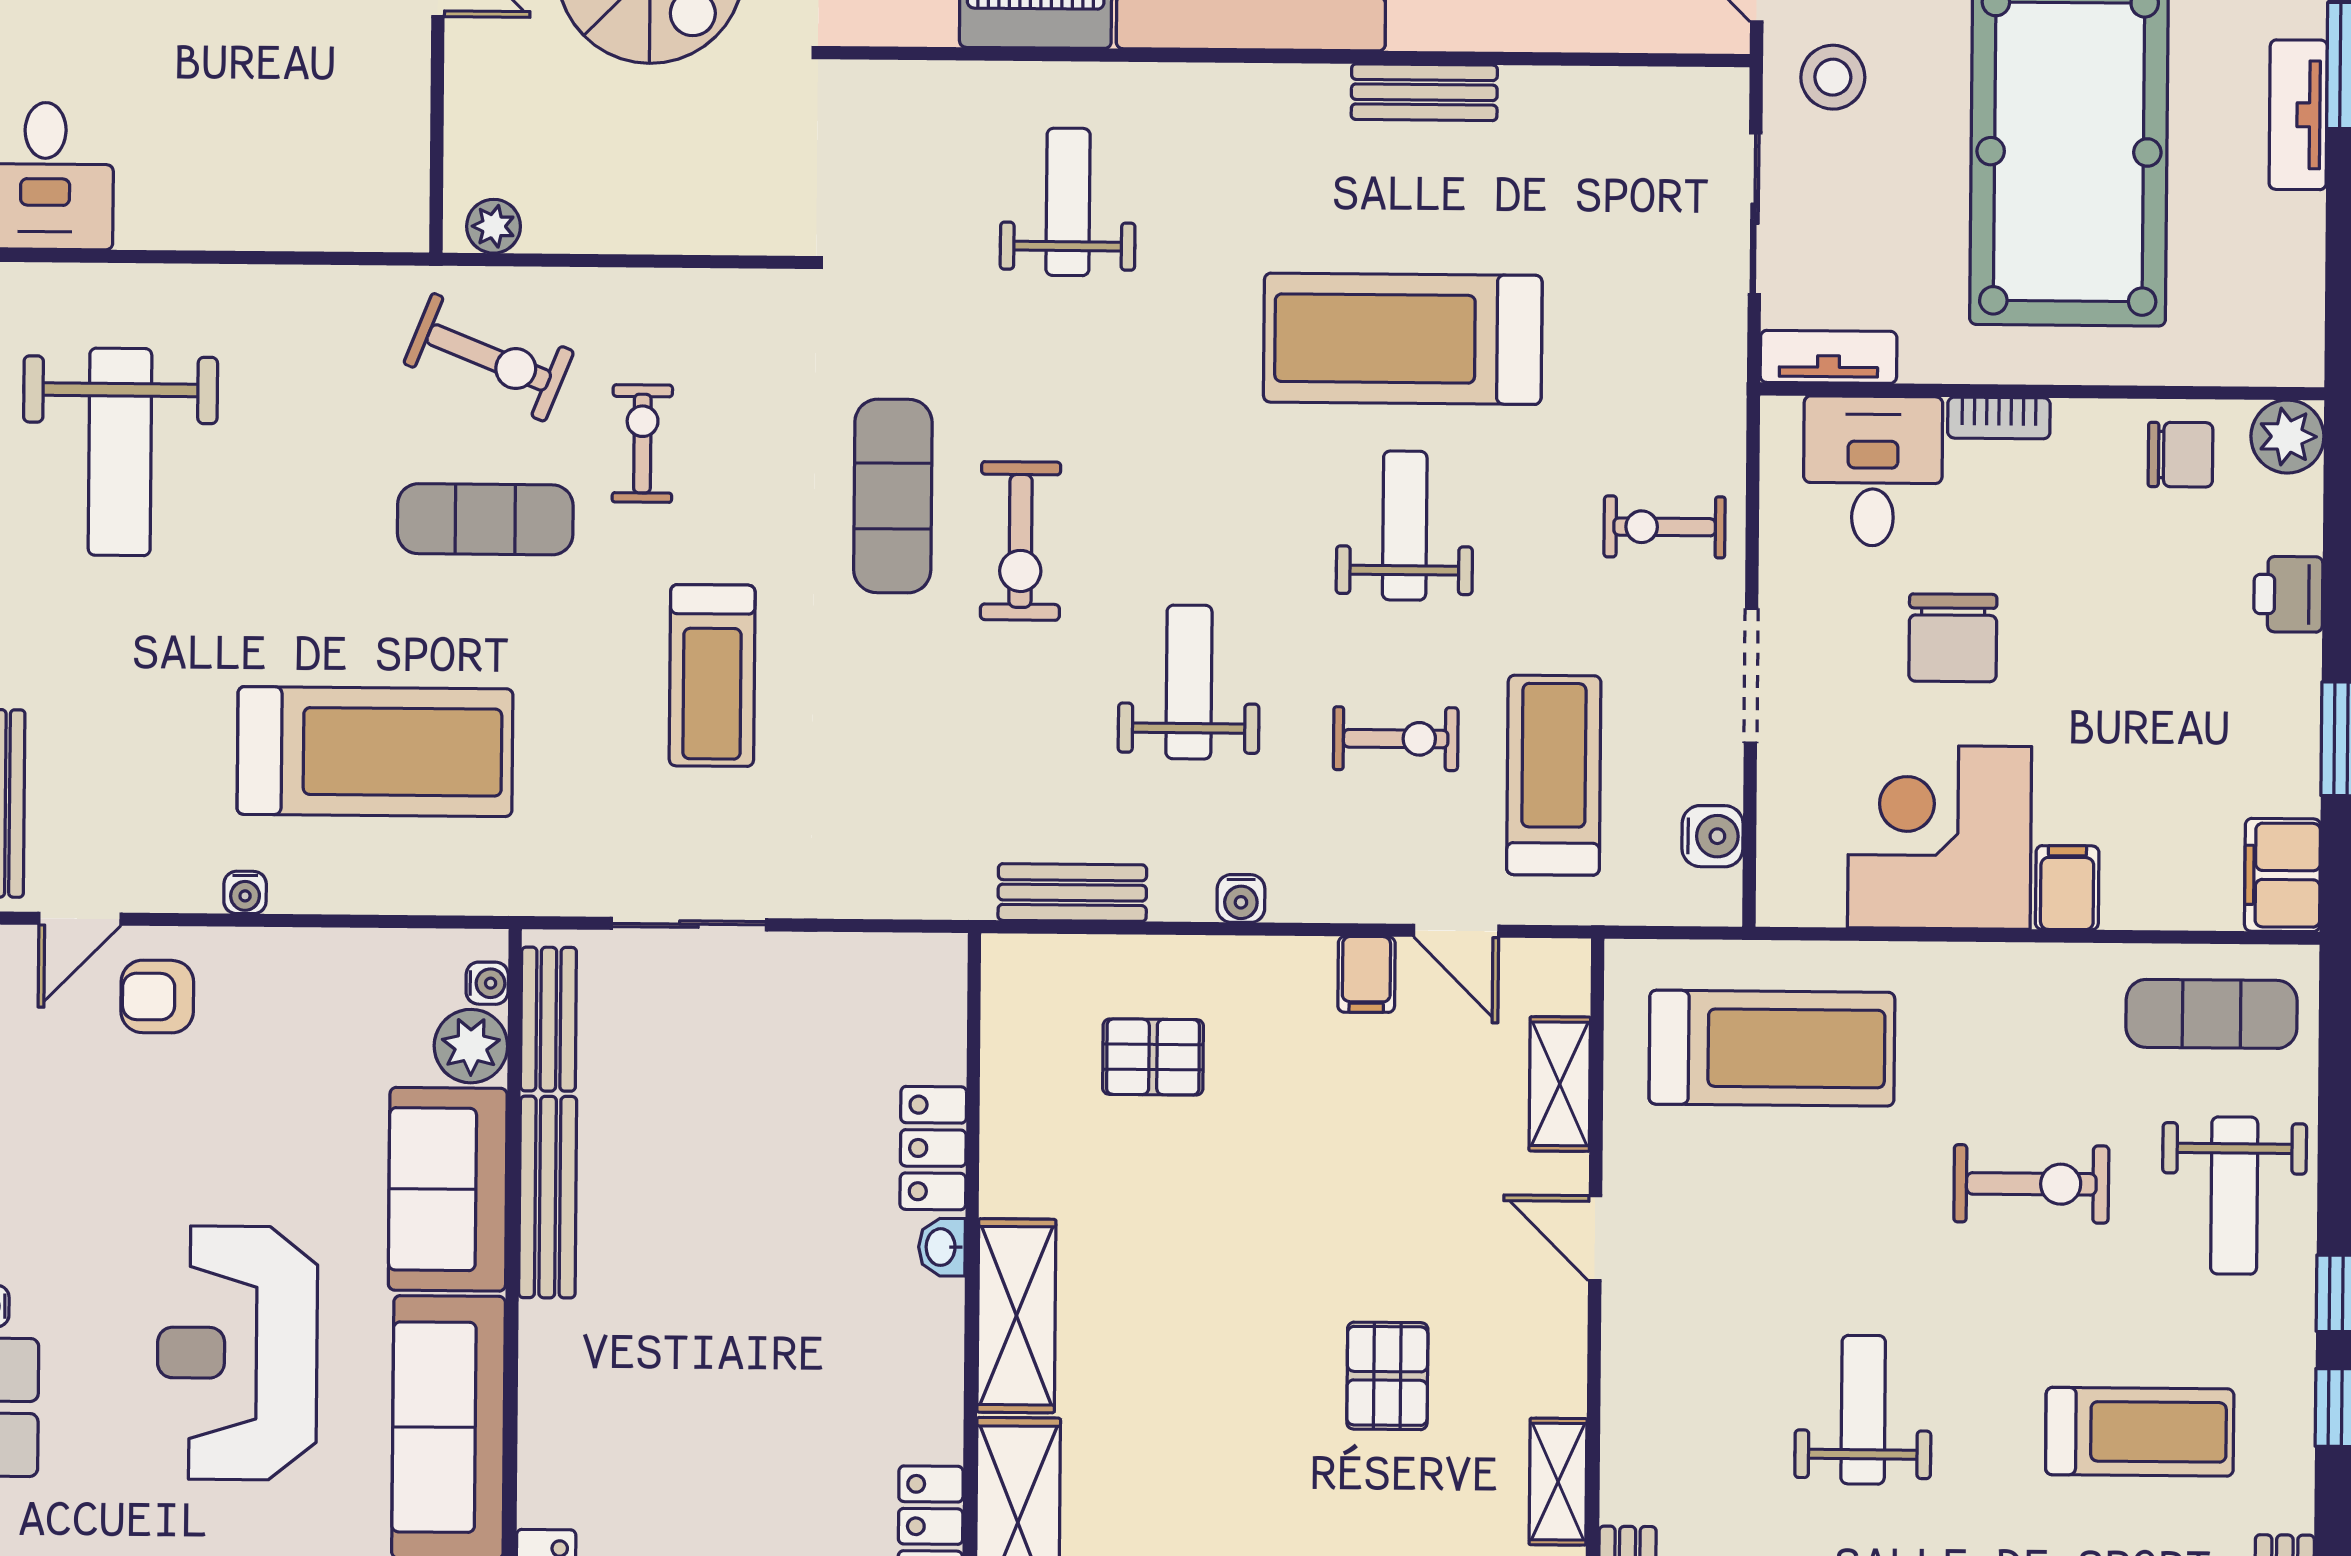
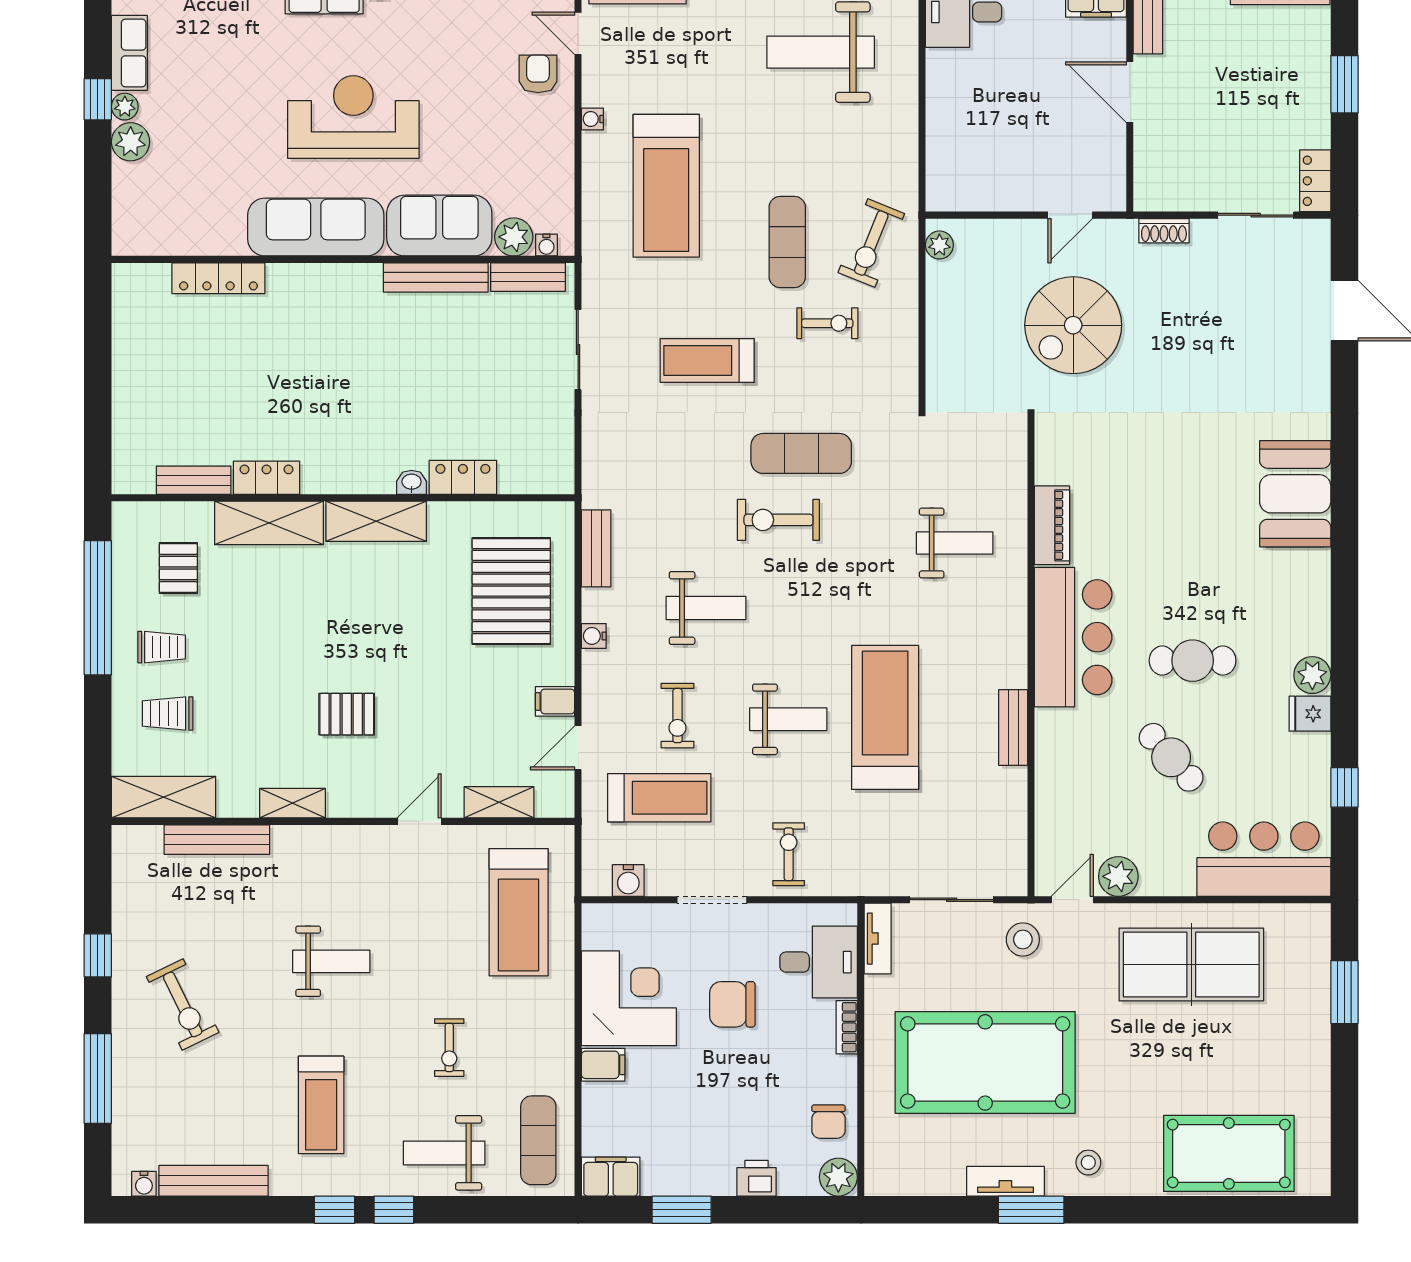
pallet: (1153, 1057) -> (511, 591), width x2.05, depth x2.00
exercise bike: (2031, 1184) -> (449, 1048), width x0.73, depth x0.72

